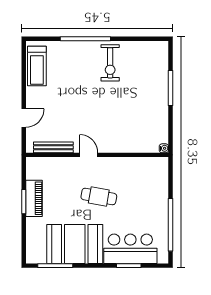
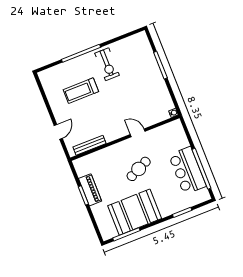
treadmill: (37, 66) -> (81, 91), moved, turned 90
door: (89, 155) -> (138, 133), moved
cafe table: (99, 197) -> (139, 169), turned -35
bar counter: (130, 249) -> (187, 171), moved, turned -90

